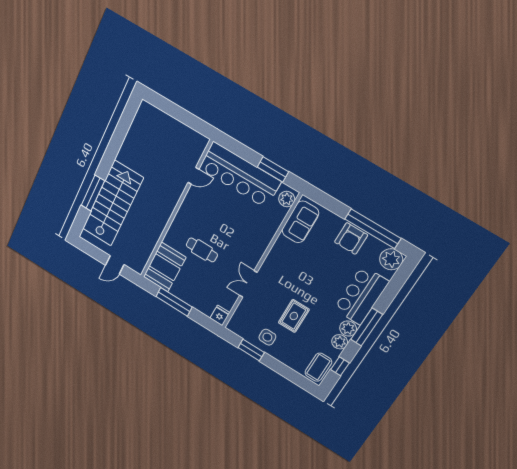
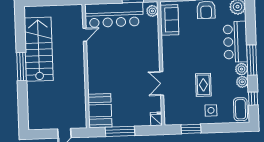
window: (93, 193) -> (22, 67), moved
stairs: (113, 204) -> (39, 49), moved
cafe table: (202, 250) -> (118, 81), removed
side table: (267, 337) -> (211, 110), moved

